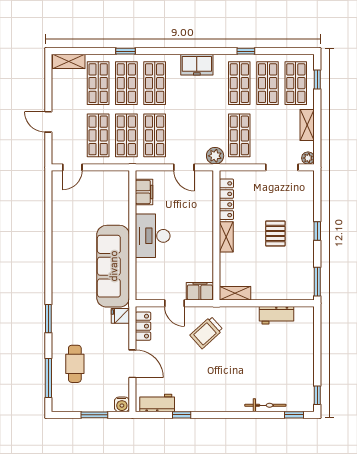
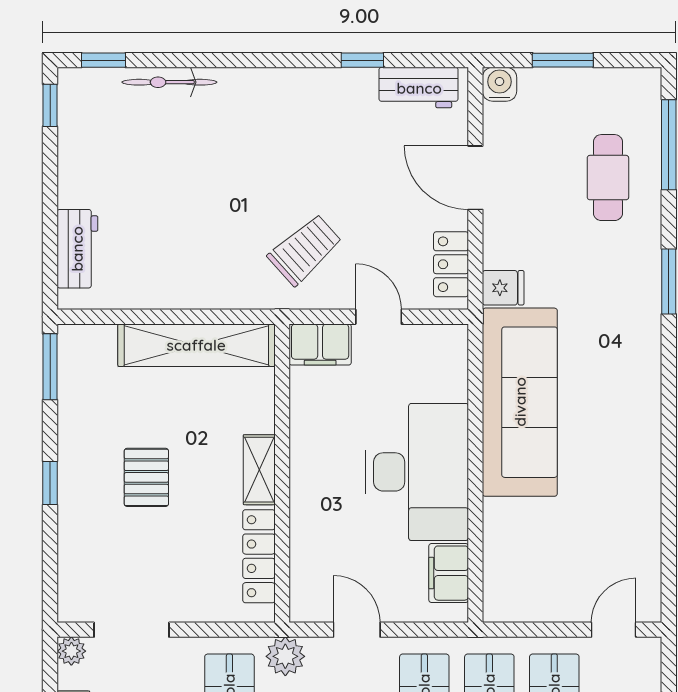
desk: (153, 236) -> (417, 472), width x1.36, depth x1.30
shelving: (235, 293) -> (196, 345), width x2.20, depth x1.33
workbench: (276, 315) -> (77, 249), moved, turned 90

